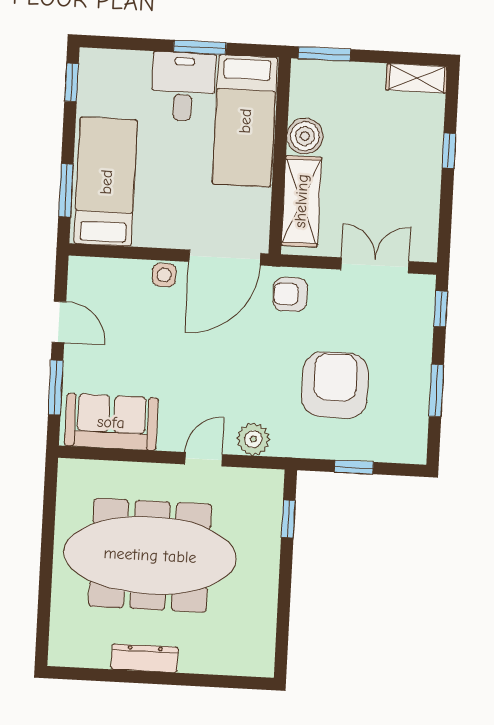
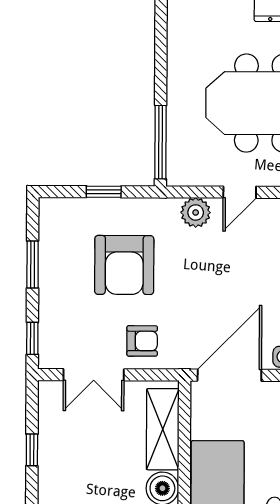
window: (449, 151) -> (32, 450), moved
armchair: (290, 294) -> (142, 341), moved
window: (288, 519) -> (161, 142), width x2.17

